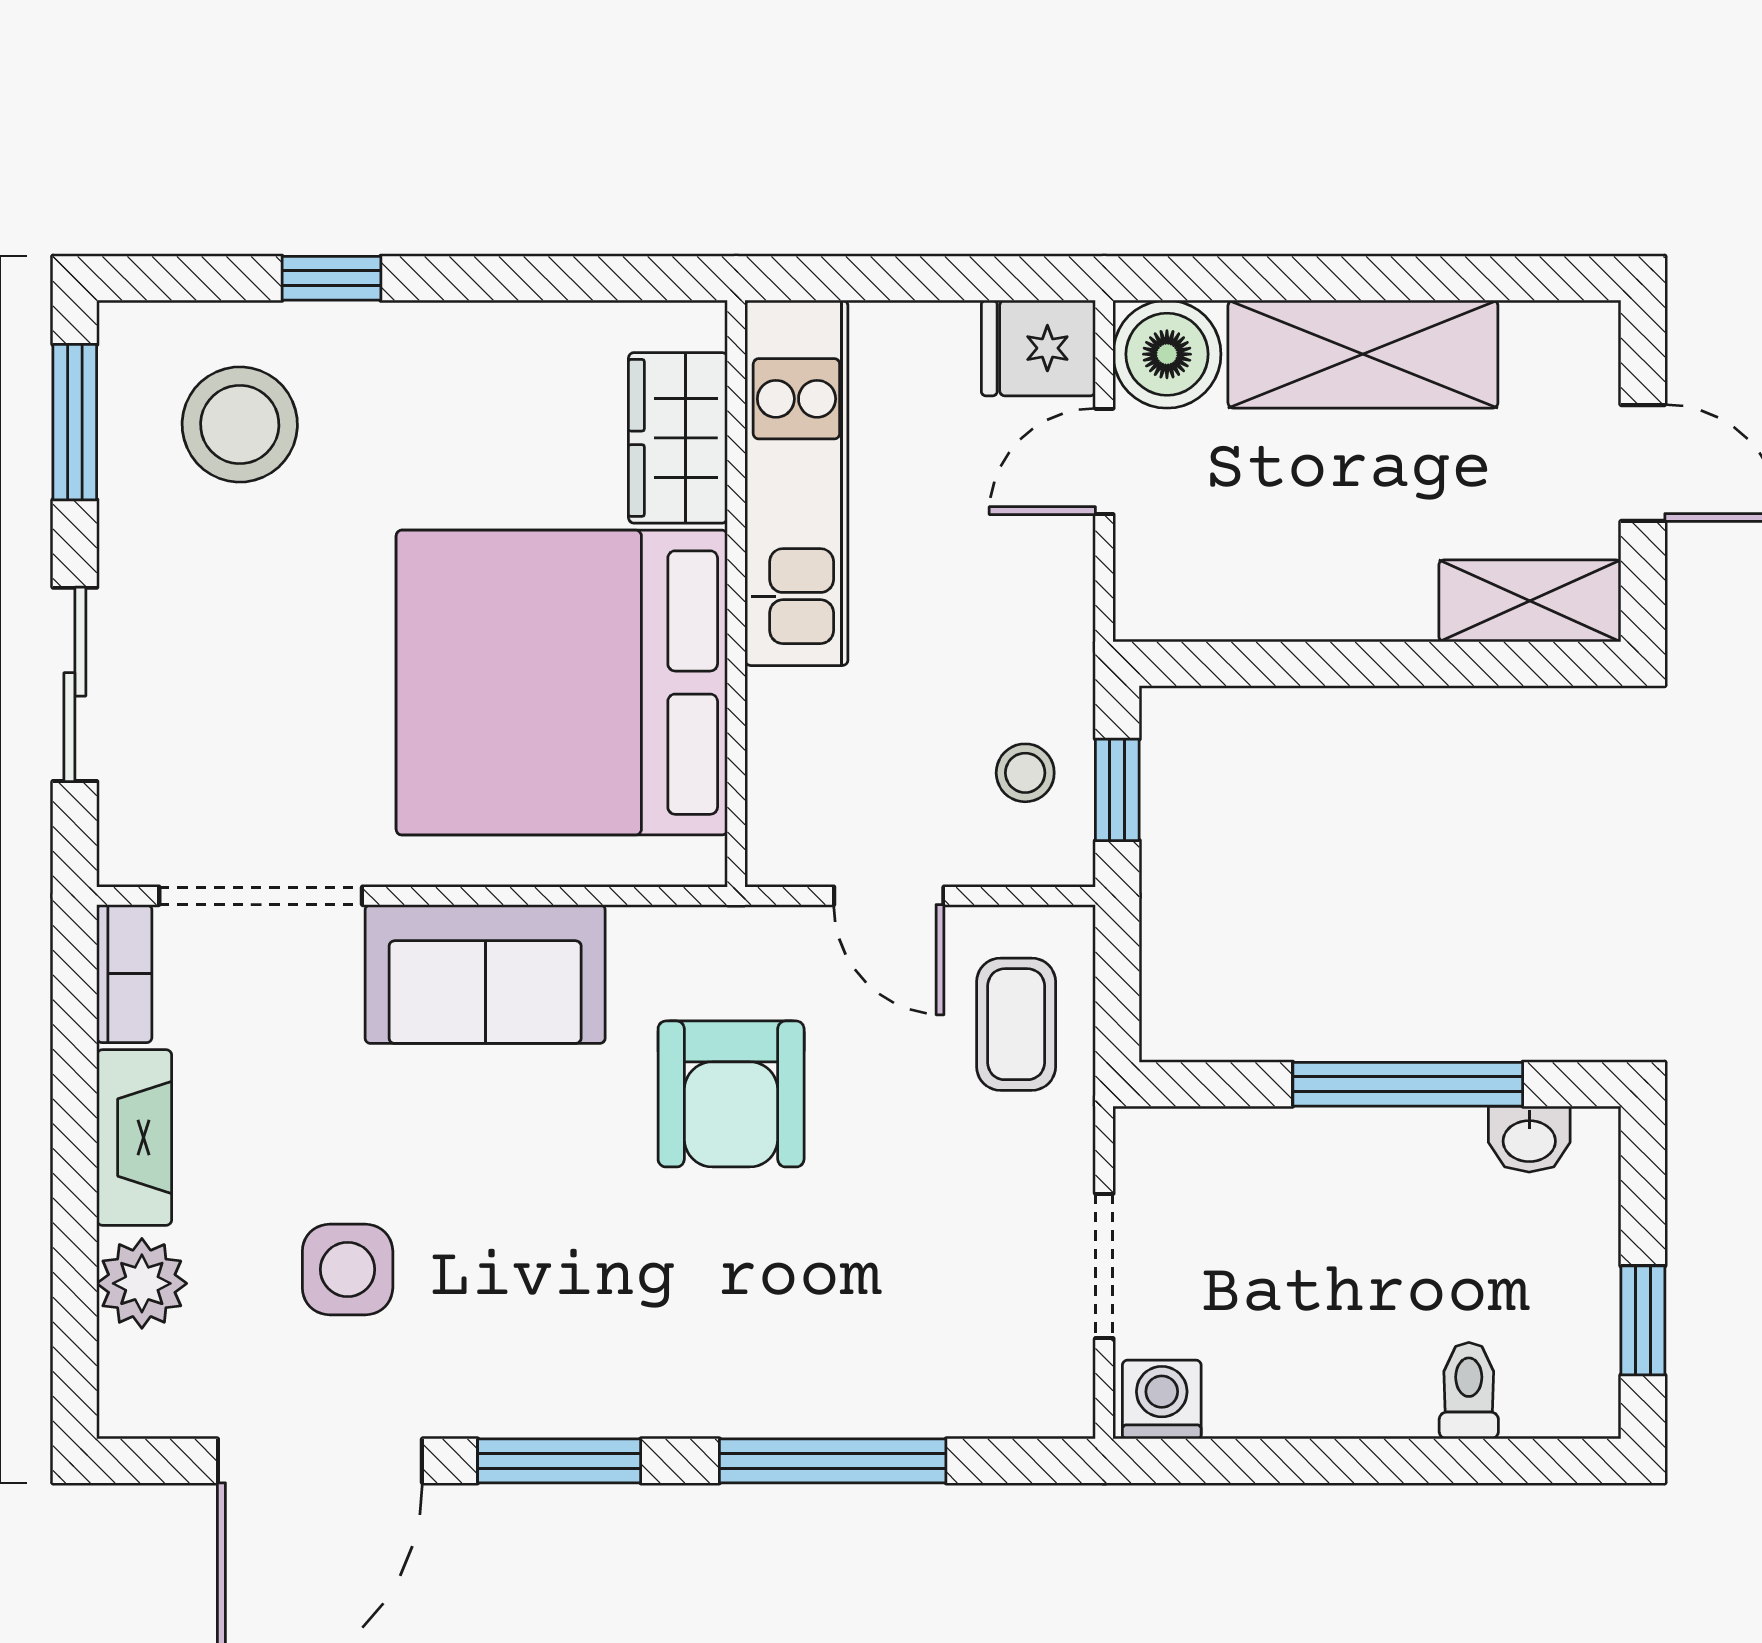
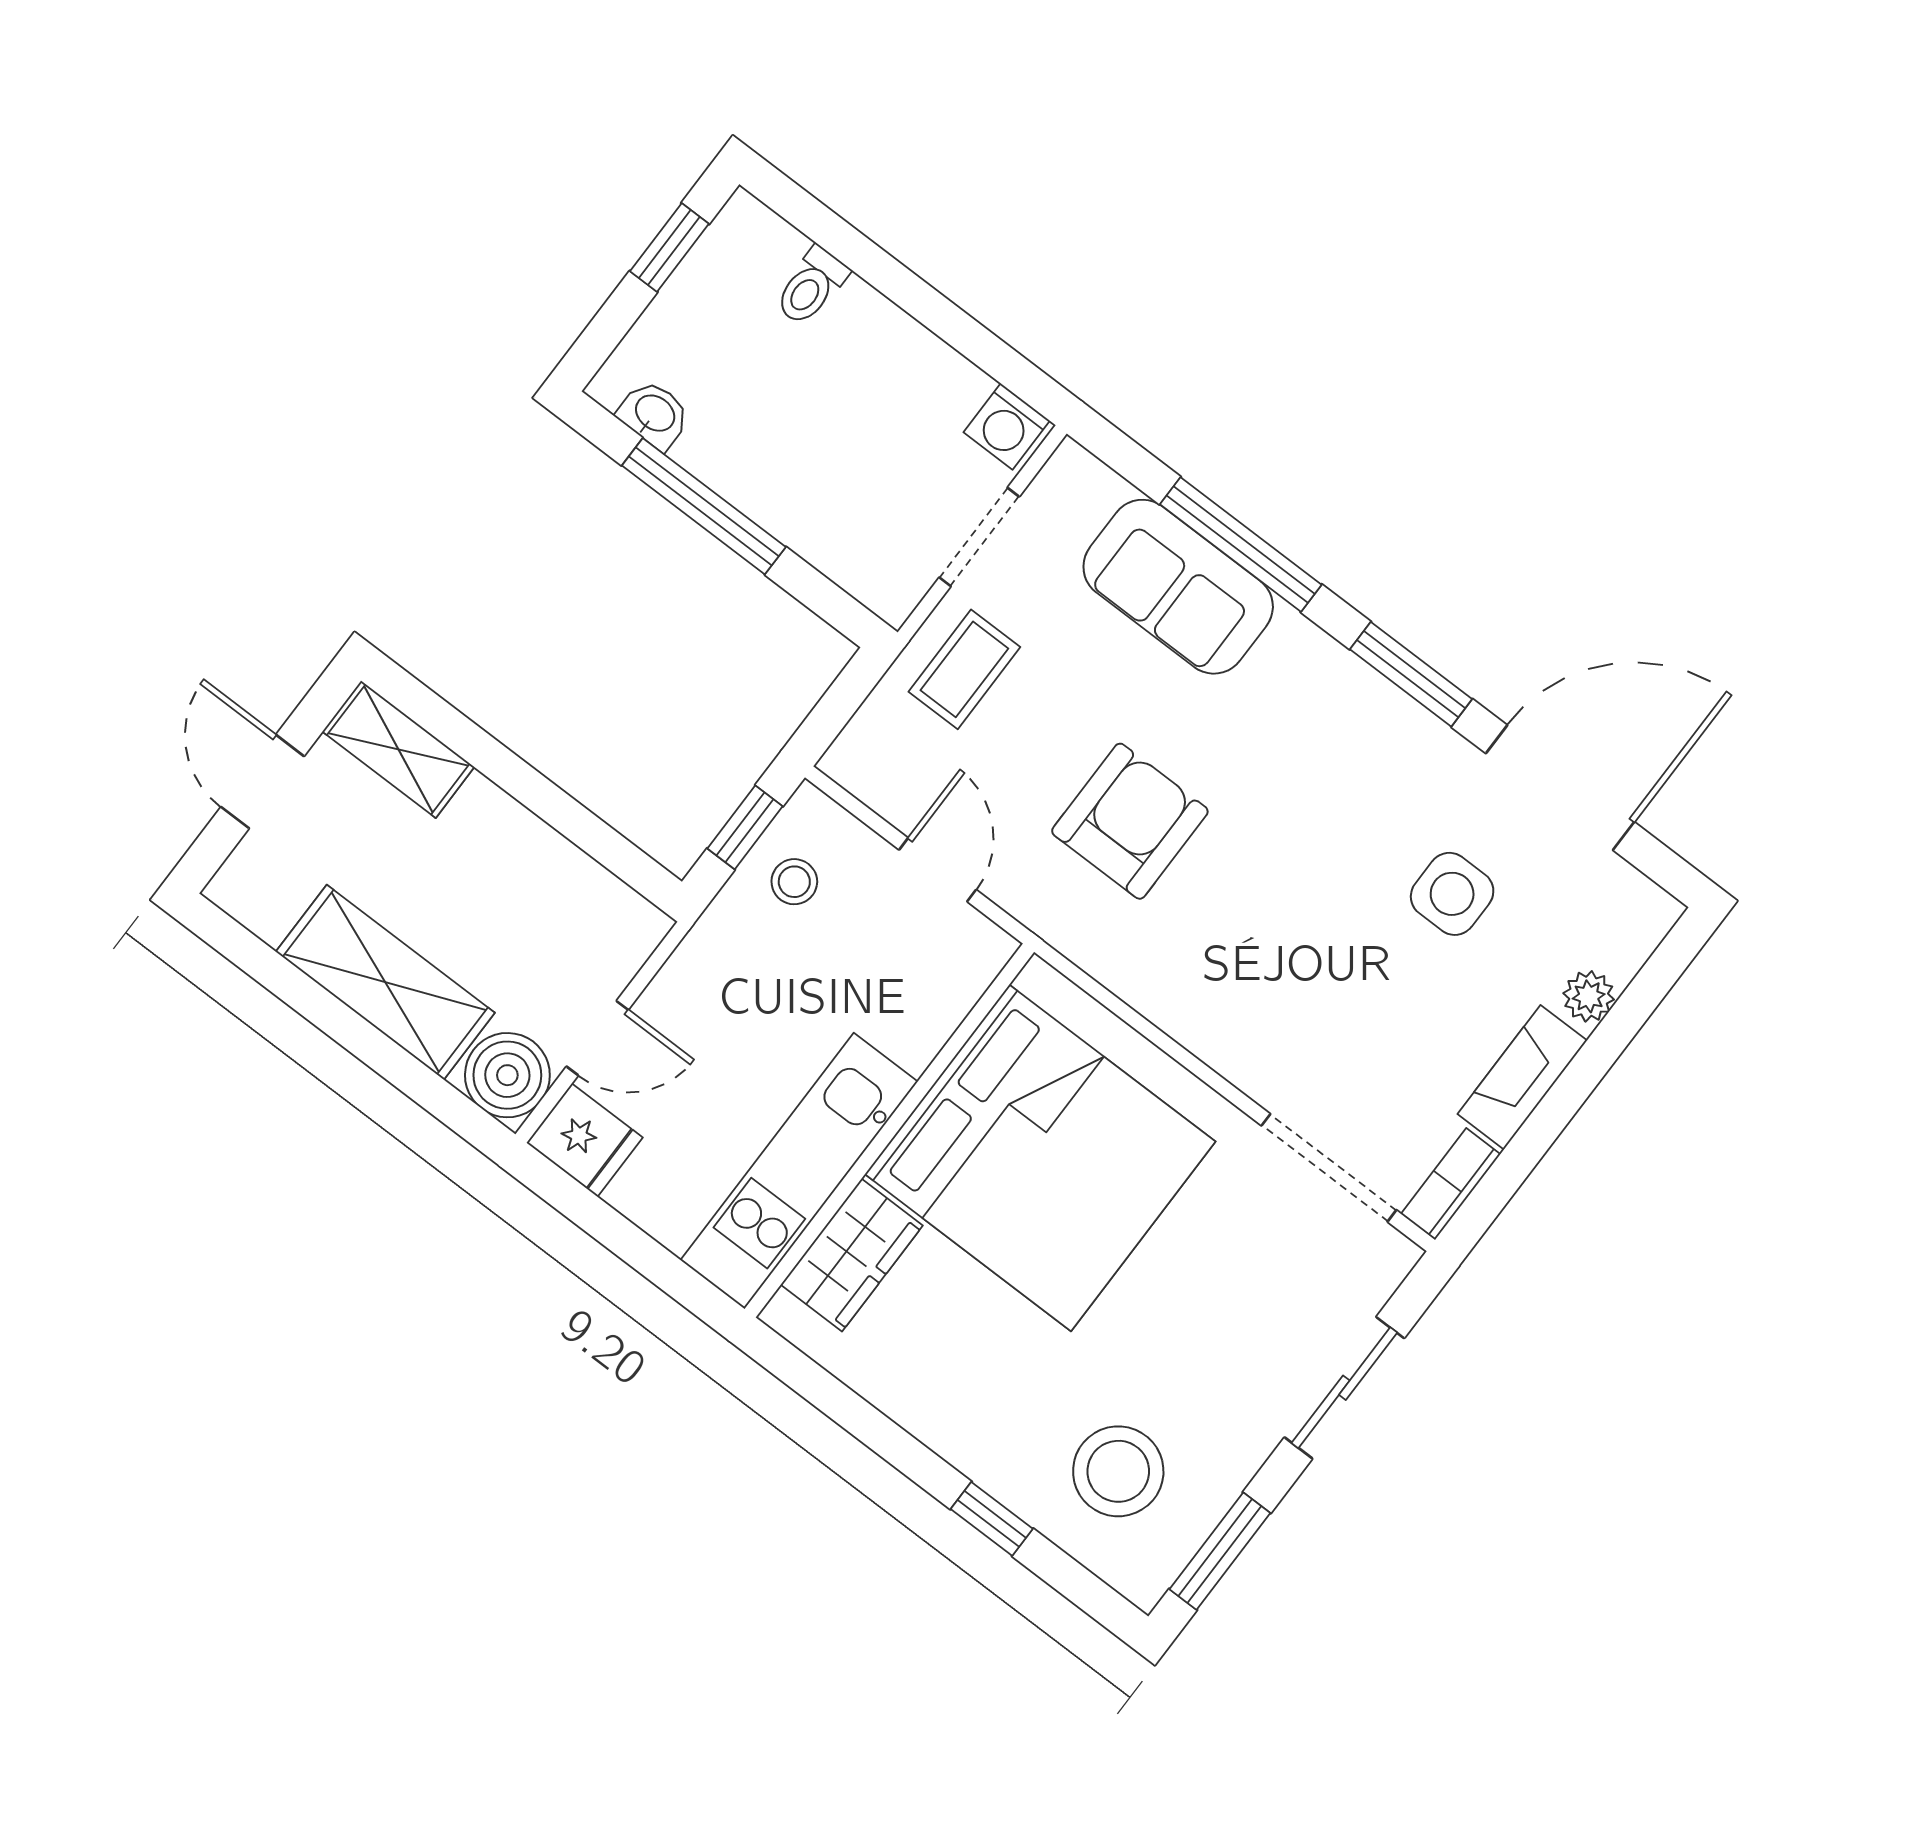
sofa: (485, 974) -> (1178, 587), moved, turned 180
coffee table: (1016, 1024) -> (964, 669), moved
plant: (142, 1283) -> (1589, 996), width x0.73, depth x0.73

